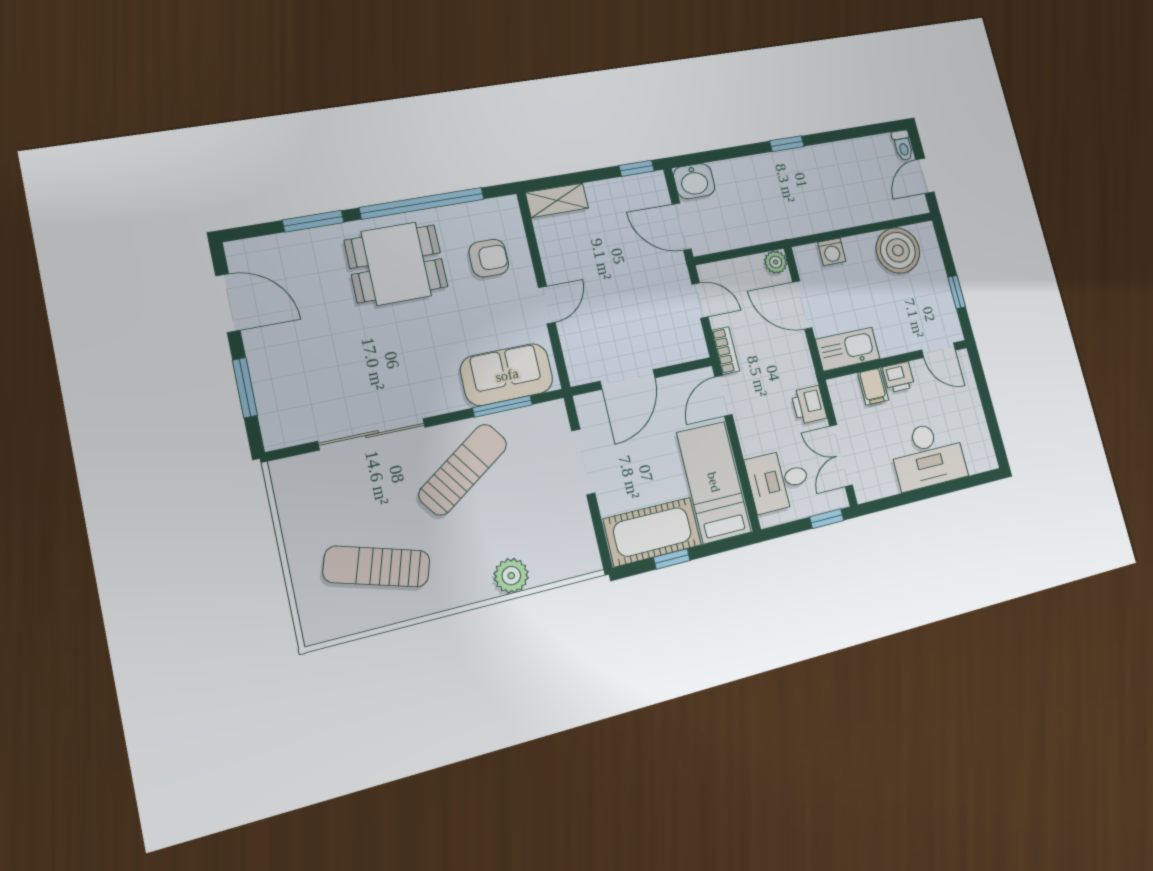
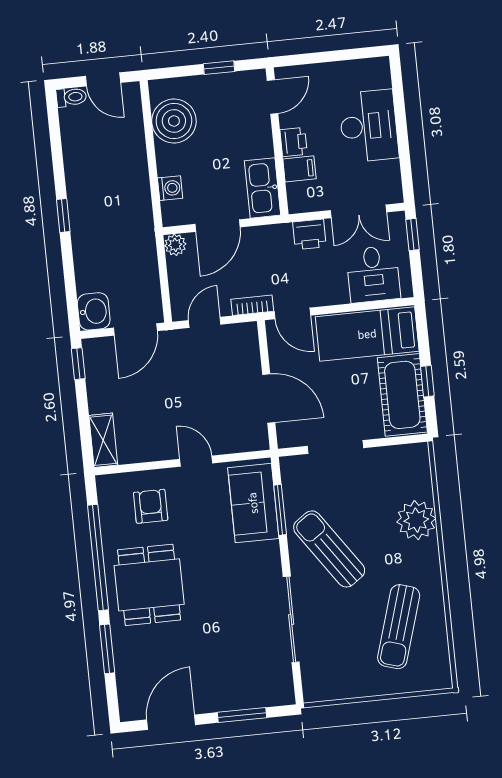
plant: (511, 576) -> (416, 520), width x1.36, depth x1.36

